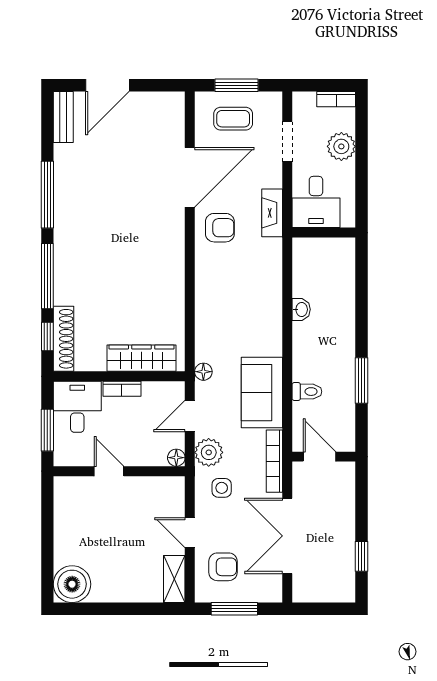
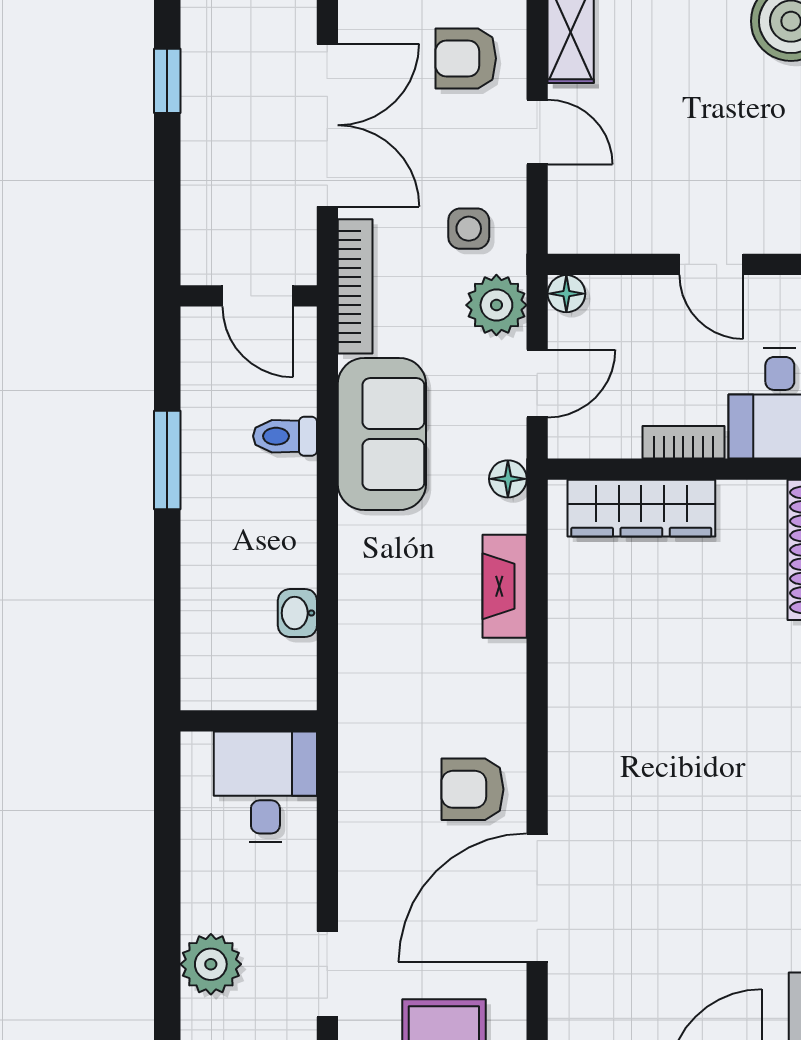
desk: (316, 202) -> (265, 787), moved
fireplace: (272, 213) -> (505, 586), moved, turned 180
wall: (324, 233) -> (249, 721), moved

